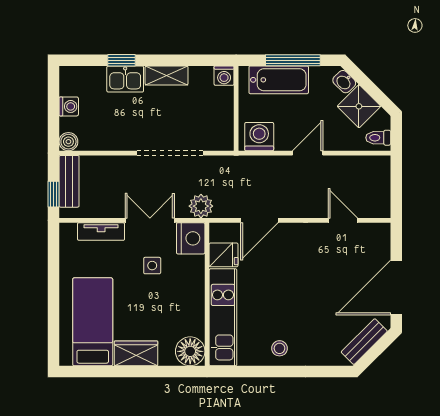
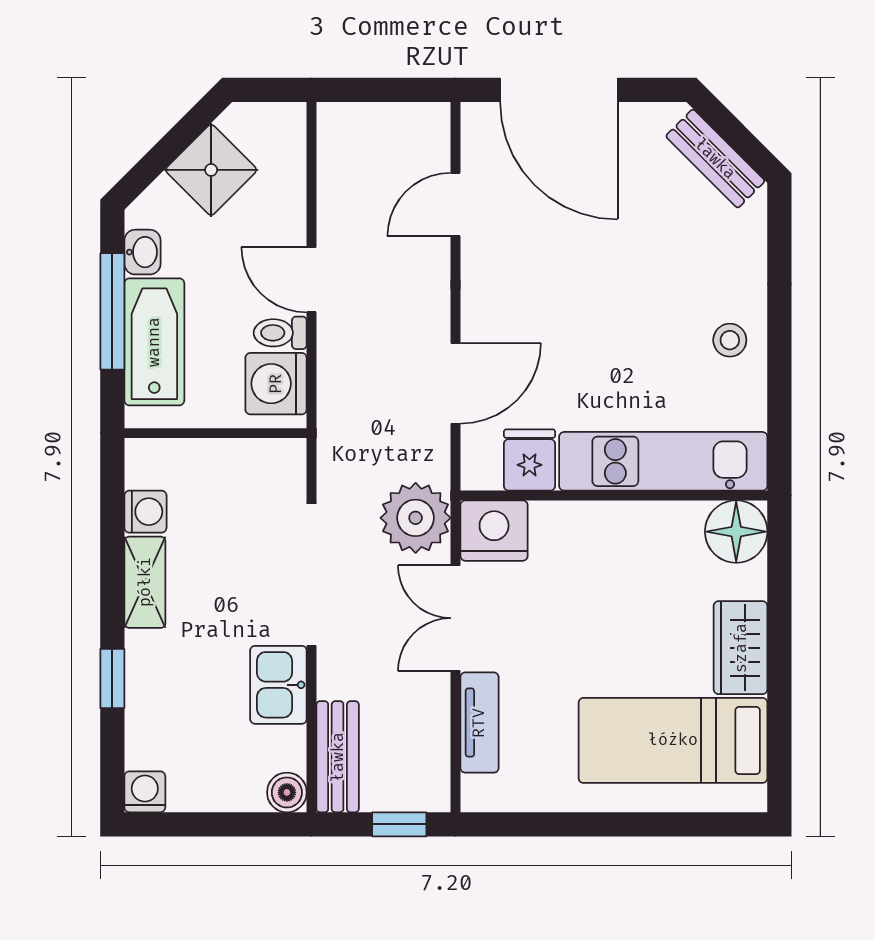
washing machine: (224, 76) -> (145, 512), moved
kitchen sink: (125, 79) -> (278, 685), moved, turned 180
washbasin: (344, 82) -> (142, 252), moved, turned -45
washing machine: (69, 106) -> (145, 792), moved
toilet: (378, 138) -> (280, 333), moved, turned 90
bench: (69, 181) -> (338, 757), moved, turned 90
plant: (201, 206) -> (416, 518), width x1.36, depth x1.36
door: (259, 220) -> (456, 383), hinge flipped
side table: (152, 266) -> (552, 613), removed
door: (396, 287) -> (559, 90), moved

